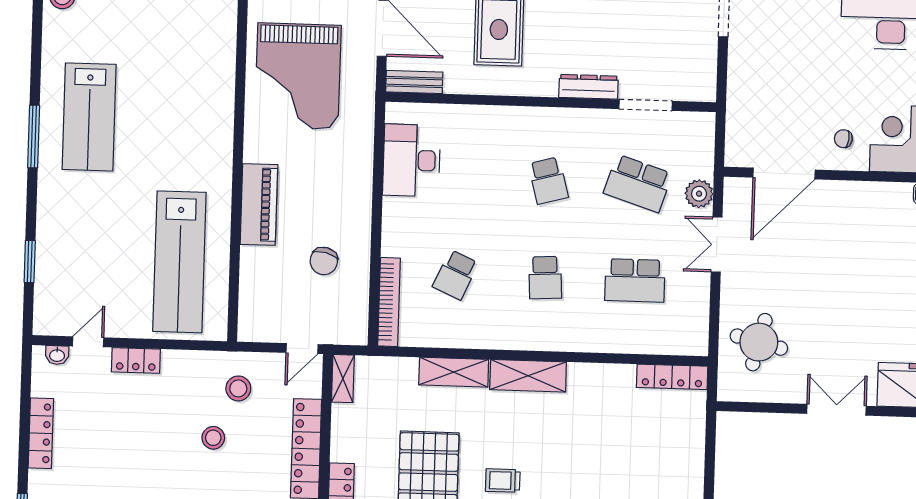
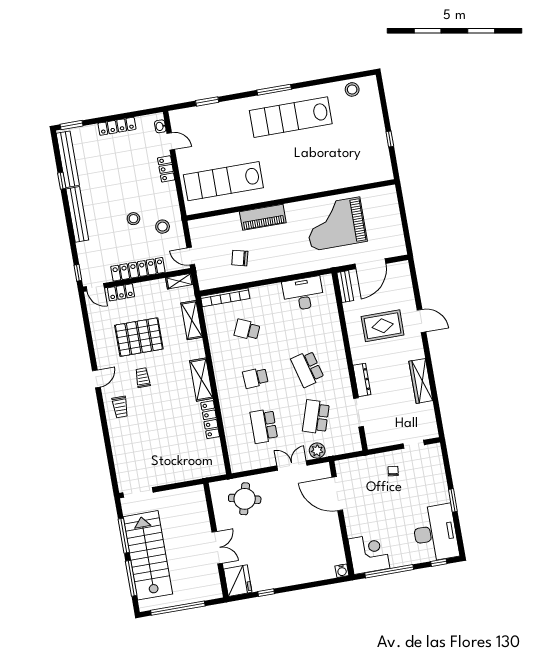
lab bench: (89, 117) -> (291, 117), width x1.36
chair: (843, 139) -> (393, 471), moved
school desk: (548, 181) -> (307, 369), width x1.85
shelving: (454, 372) -> (192, 320), moved
locker: (672, 377) -> (210, 420), moved

